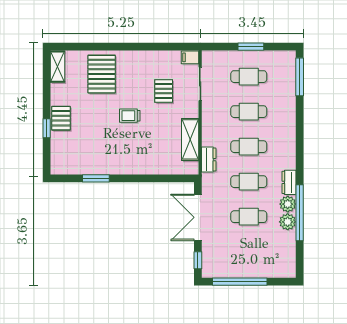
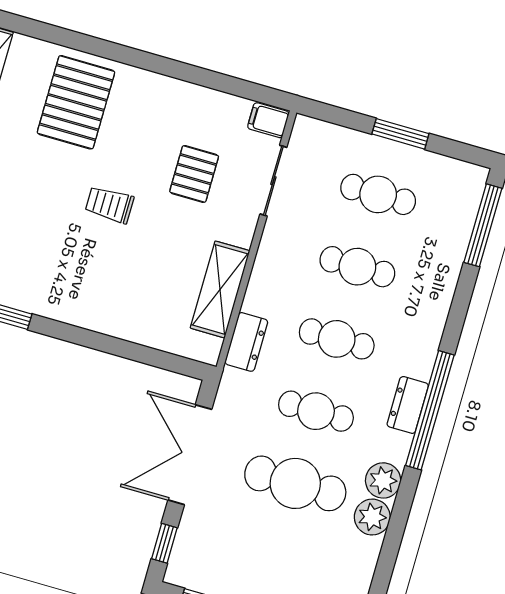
dresser: (289, 182) -> (408, 405), moved
window: (300, 213) -> (430, 410), moved
cafe table: (249, 217) -> (295, 483), width x1.37, depth x1.35

